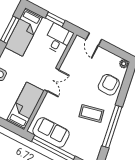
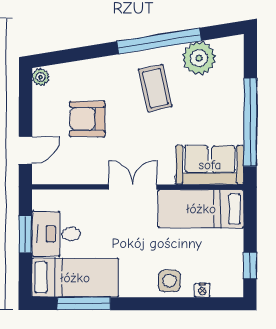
desk: (58, 39) -> (56, 234), moved
armchair: (109, 85) -> (87, 119), moved
sofa: (51, 133) -> (210, 165), moved, turned 90
plant: (95, 141) -> (199, 58), added

